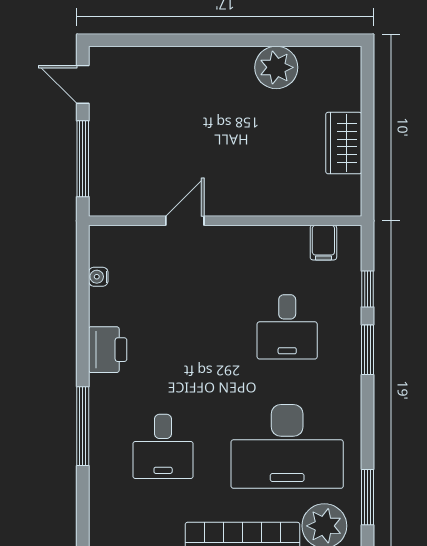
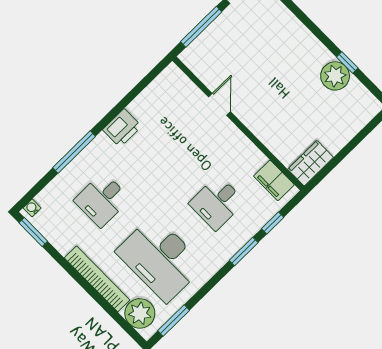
window: (275, 40) -> (347, 62), added
wardrobe: (344, 143) -> (311, 163), moved
door: (185, 221) -> (219, 104), hinge flipped
filing cabinet: (323, 243) -> (274, 180), width x2.00
water cooler: (98, 277) -> (32, 208), moved

